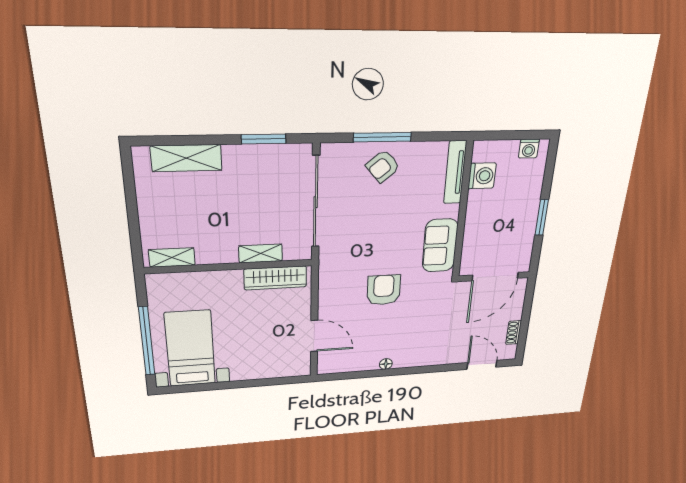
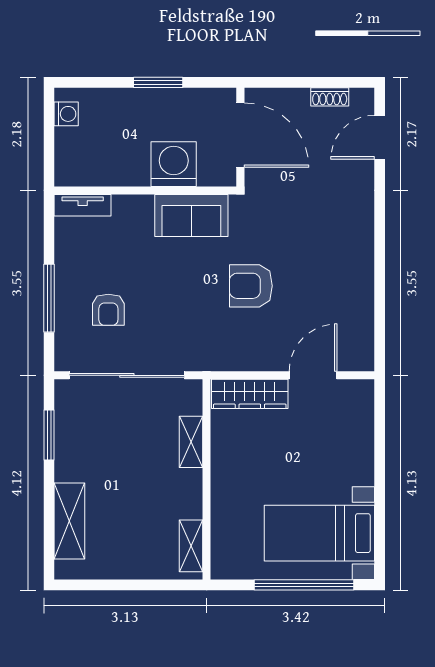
armchair: (383, 166) -> (108, 310), moved, turned 40
tv unit: (455, 172) -> (83, 205), width x0.71
washing machine: (482, 176) -> (174, 164), moved, width x1.37, depth x1.37
wardrobe: (275, 278) -> (250, 394), moved, turned 90
floor lamp: (386, 364) -> (366, 277), removed

